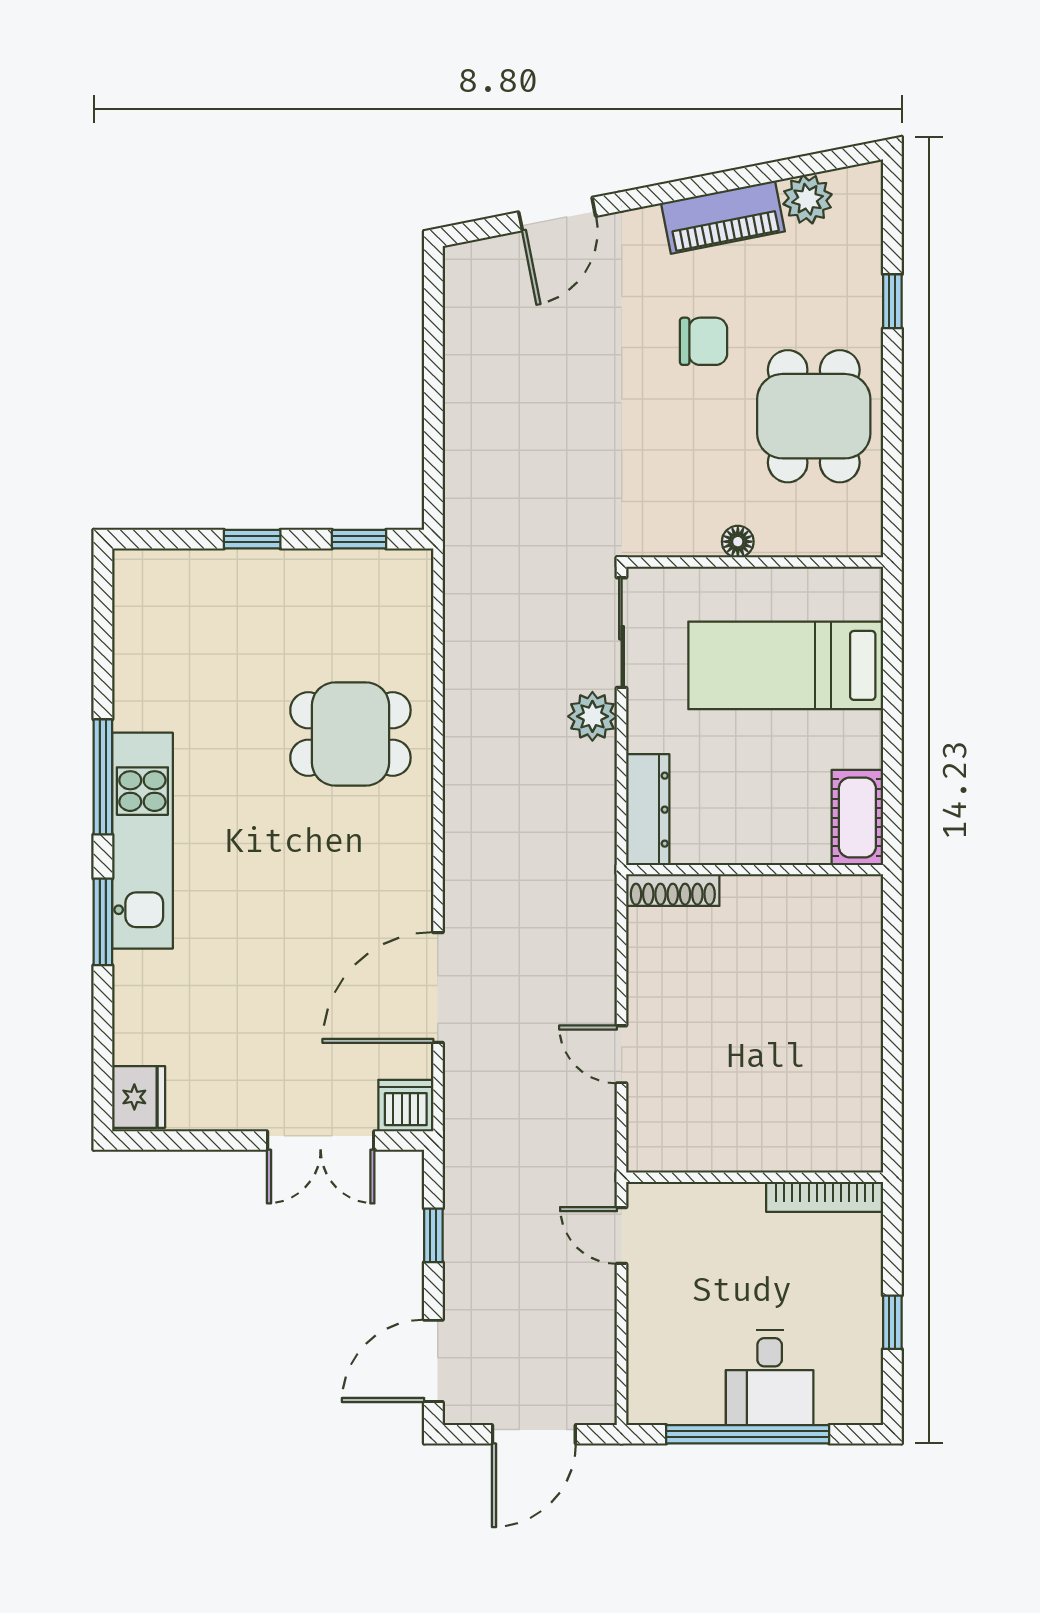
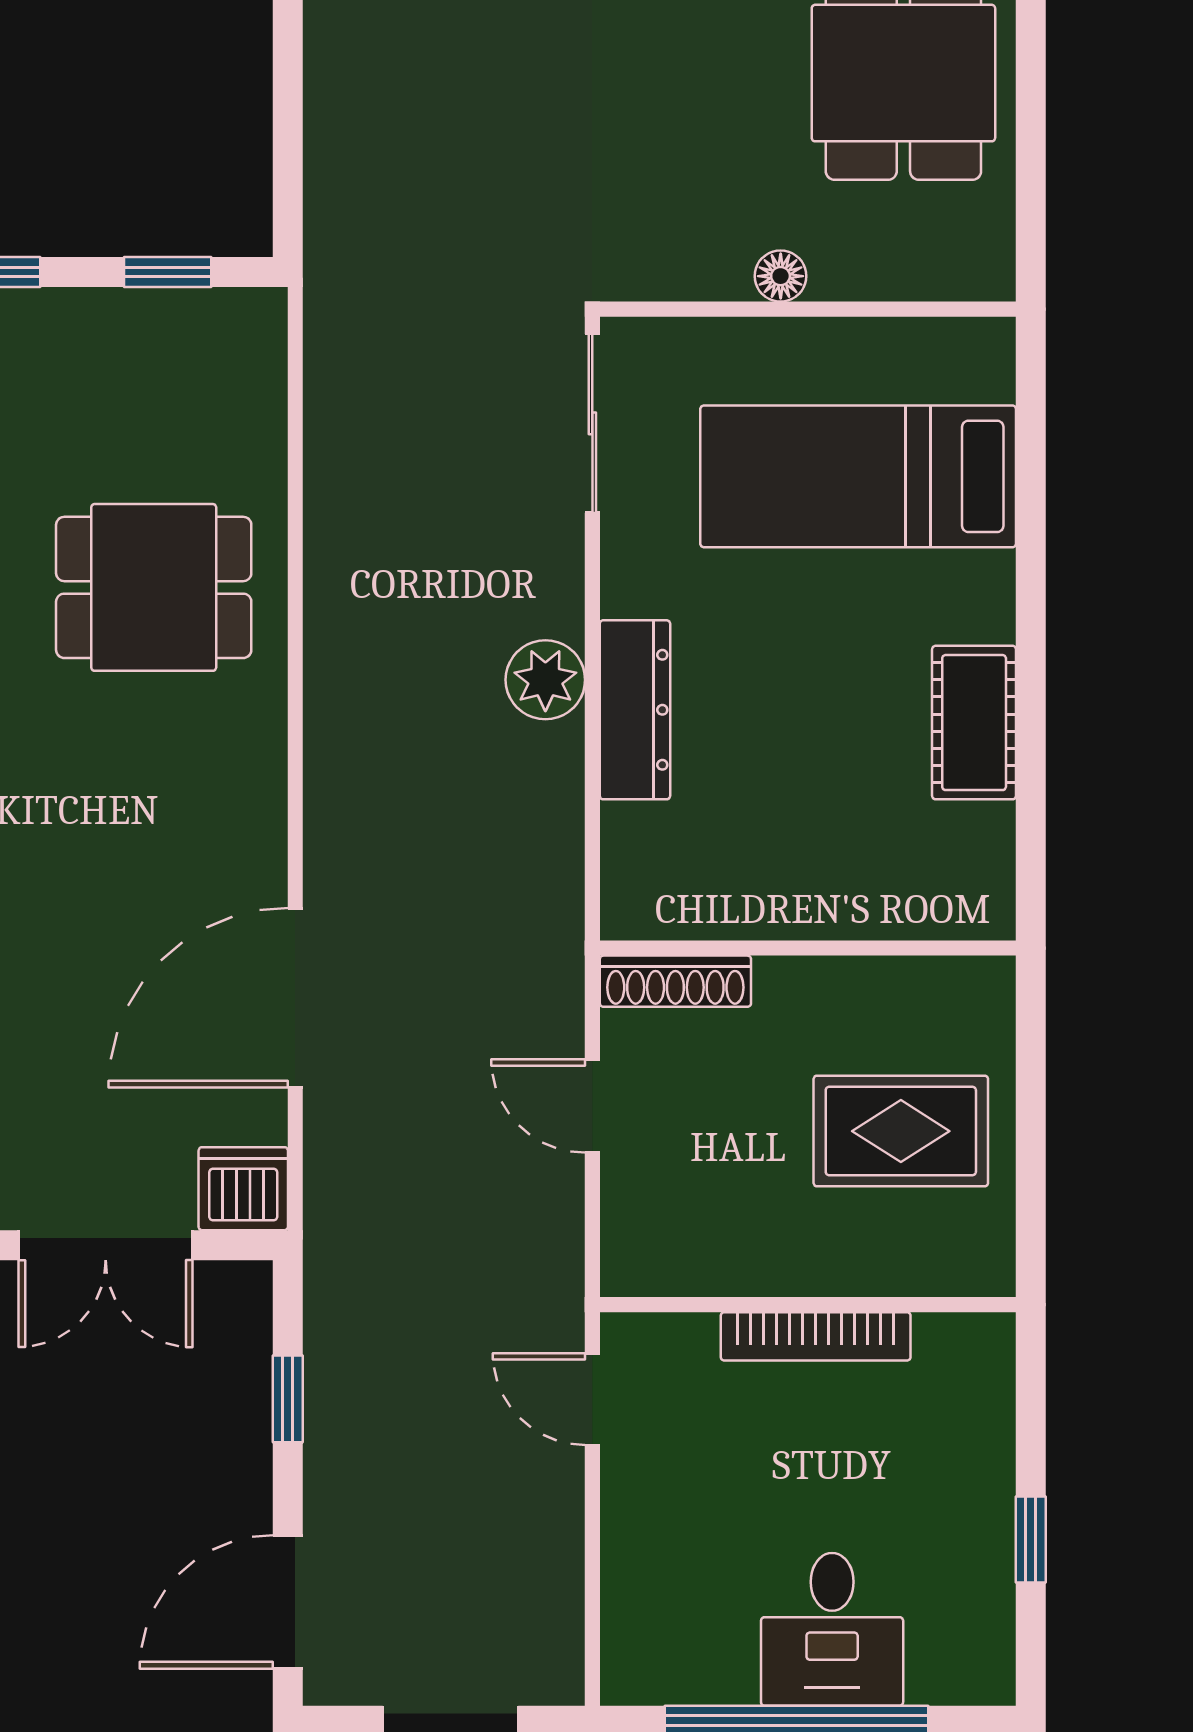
plant: (592, 716) -> (545, 680), moved
wall: (755, 870) -> (808, 948), moved
shoe rack: (673, 890) -> (675, 981), moved
rug: (812, 1070) -> (901, 1131), added
bookcase: (825, 1197) -> (816, 1336), moved

